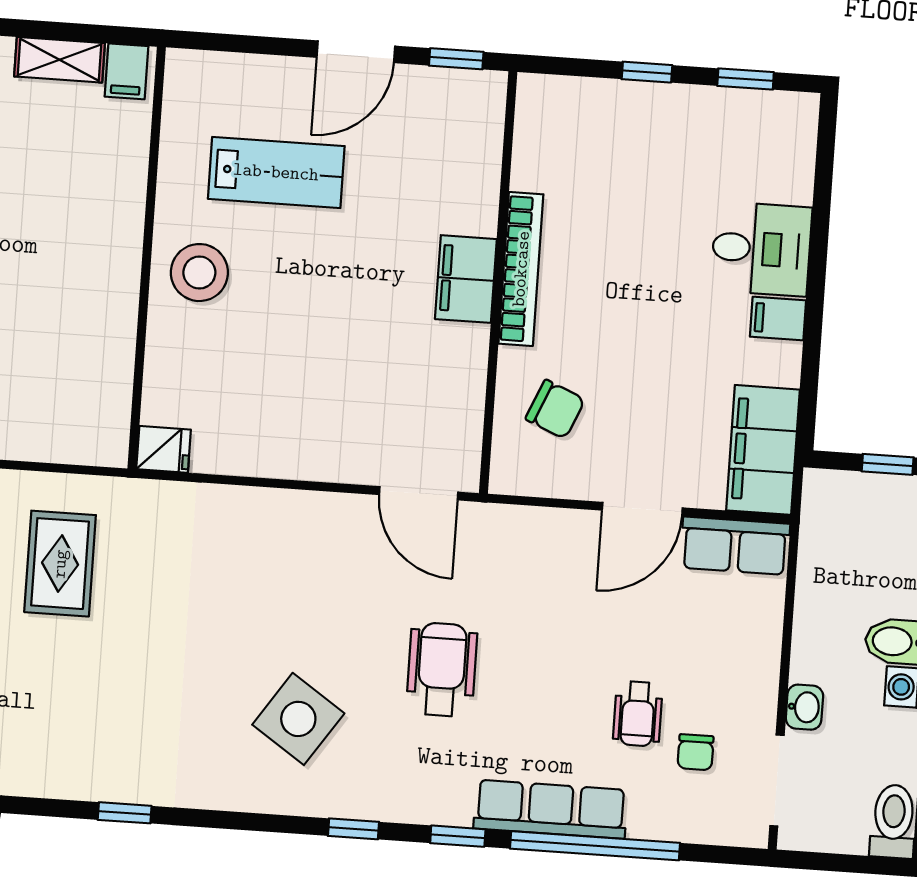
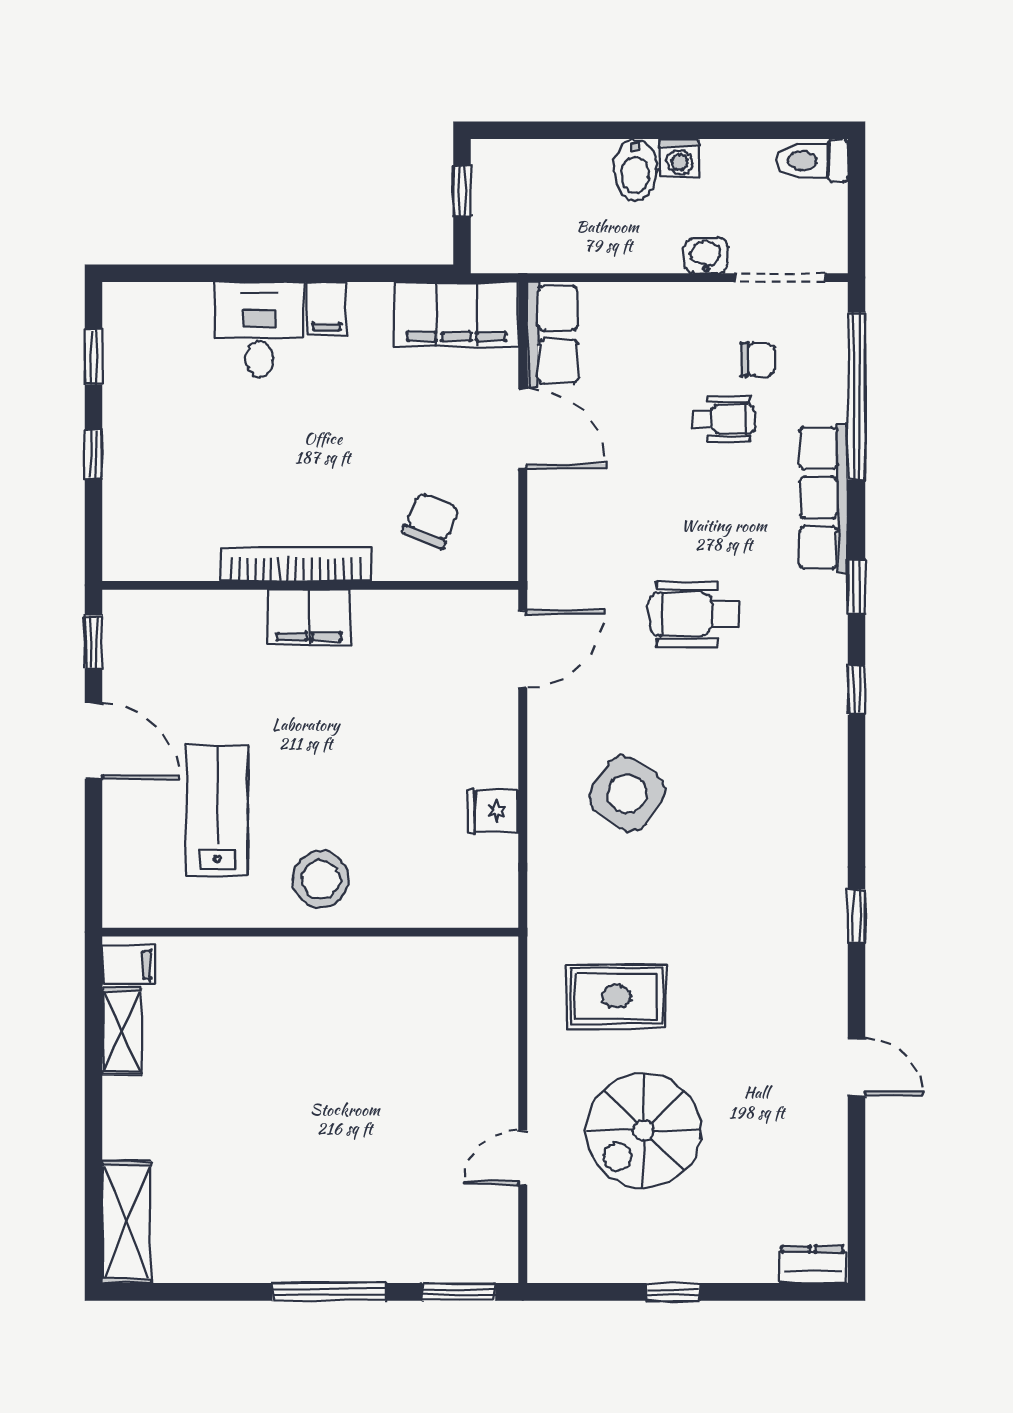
fridge: (164, 449) -> (493, 811), moved, turned -90
side table: (298, 719) -> (627, 794), moved
window: (595, 846) -> (856, 396), moved

